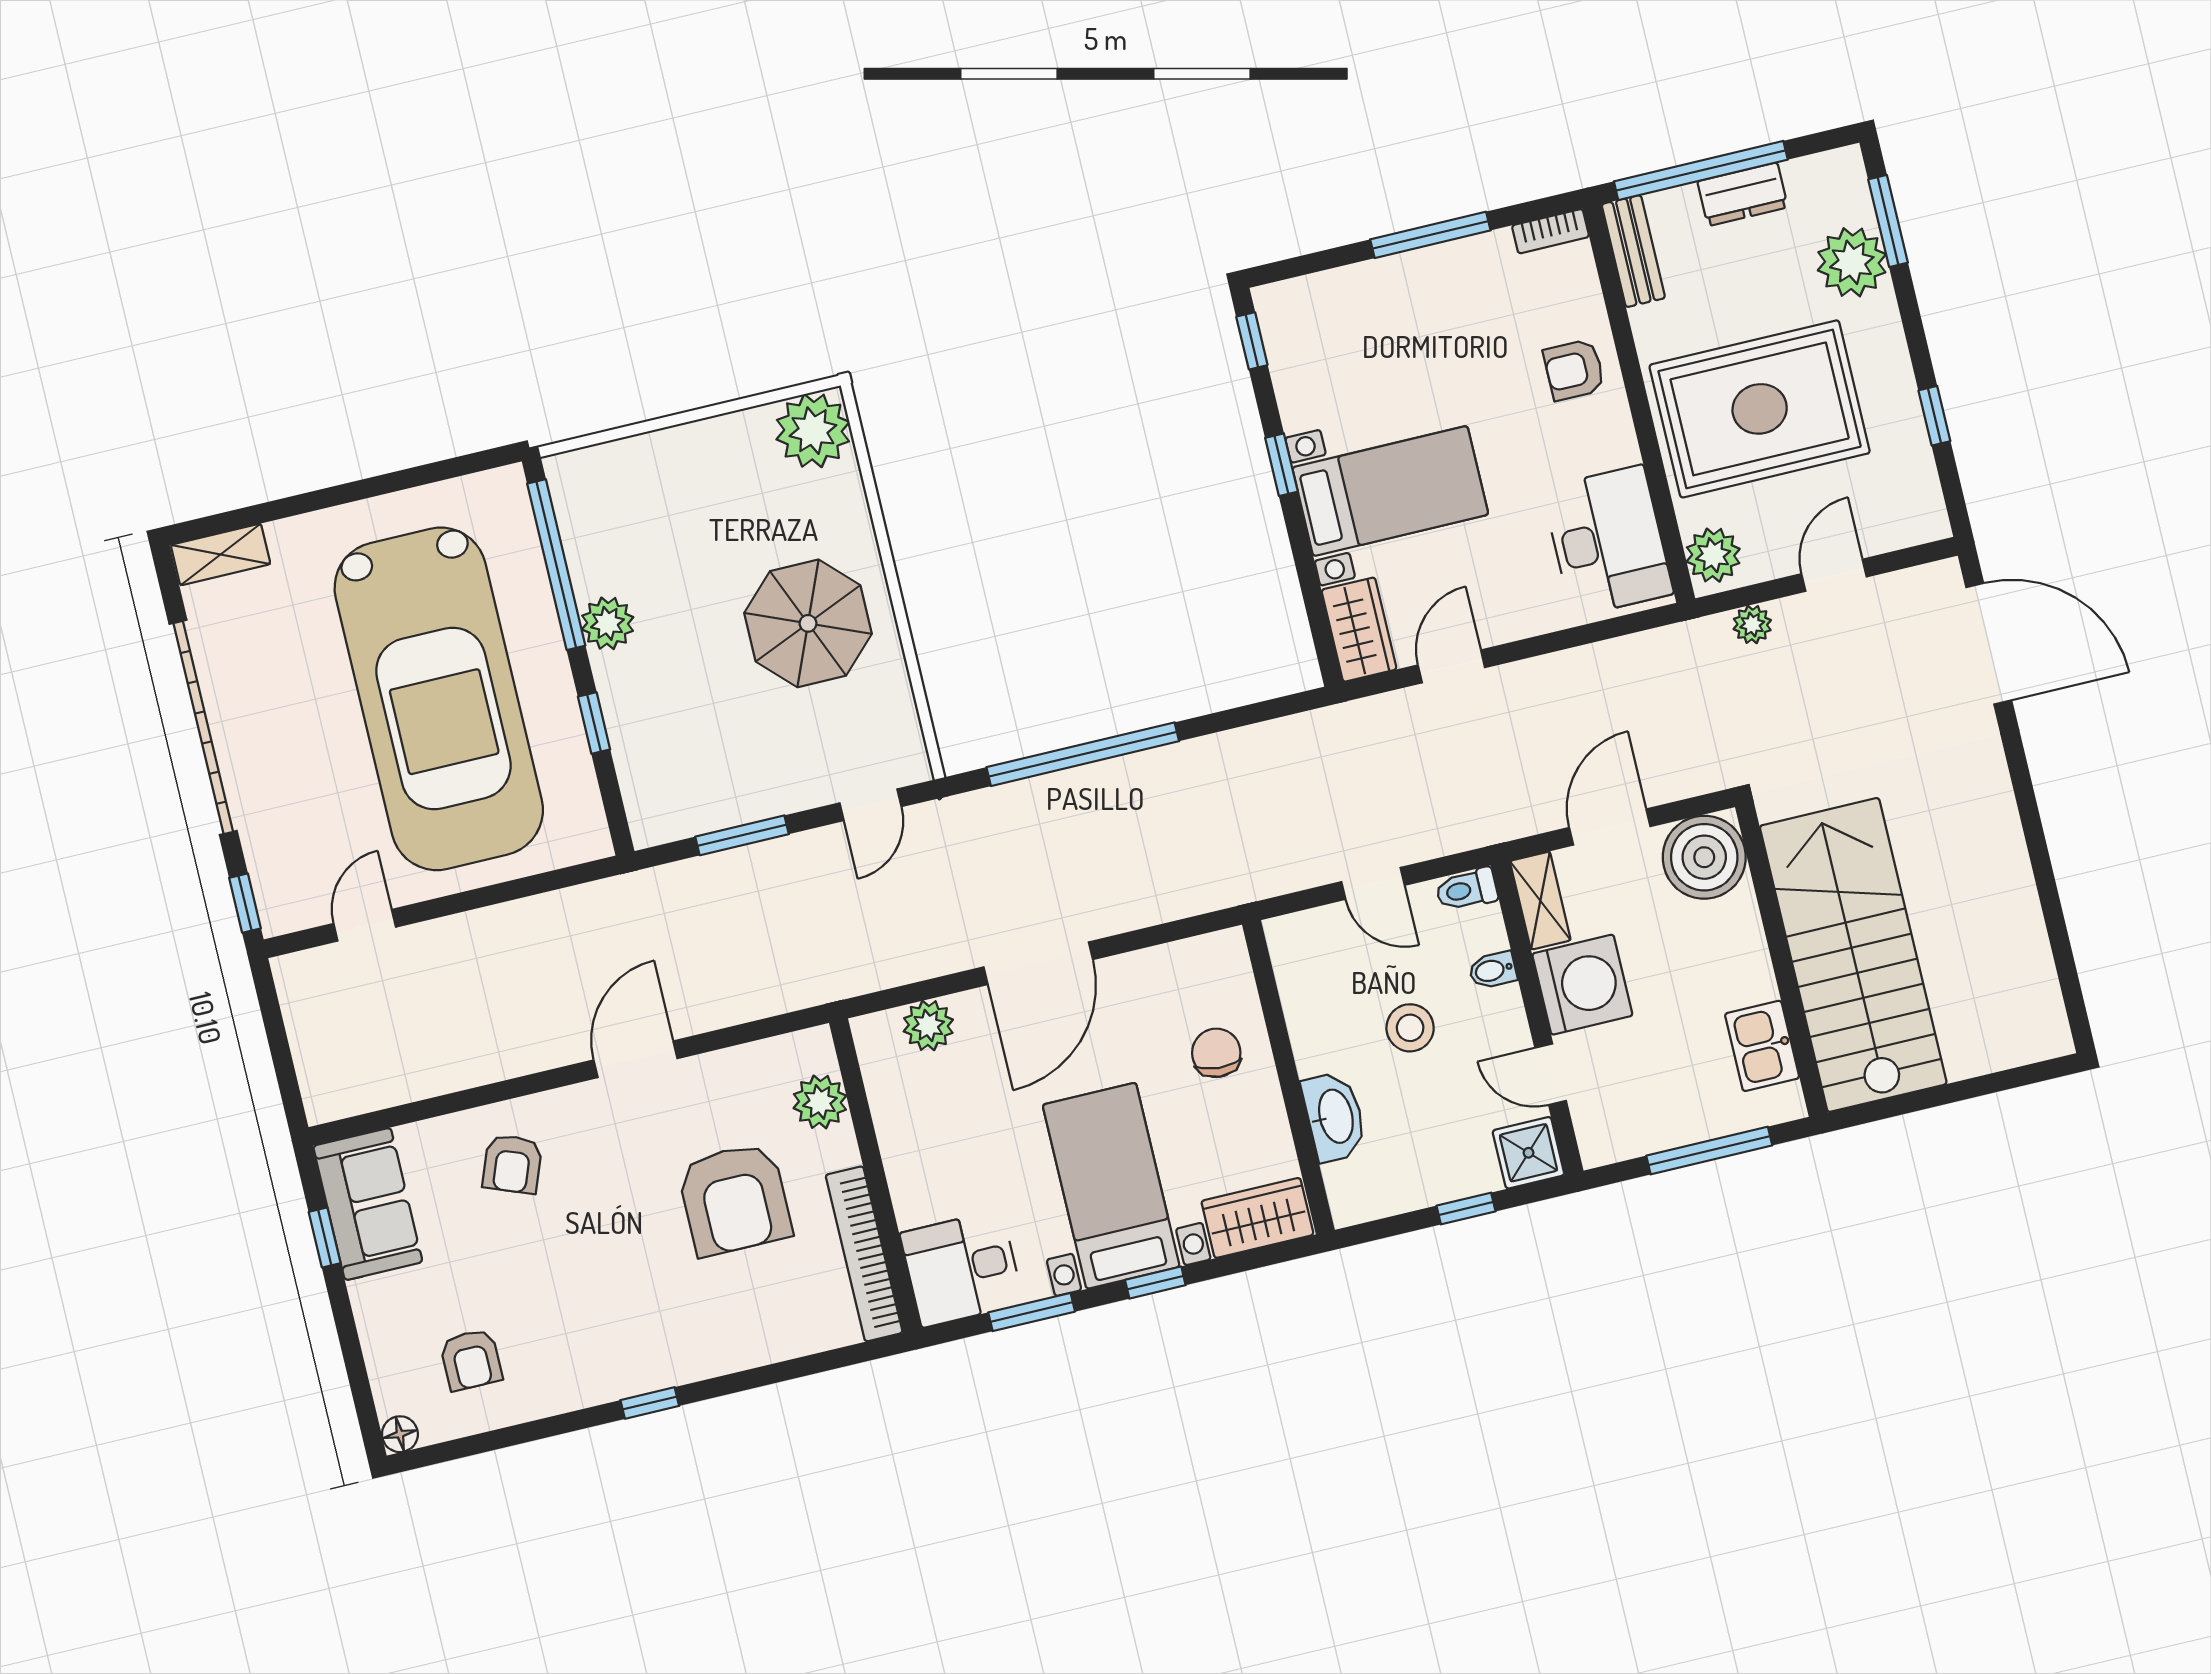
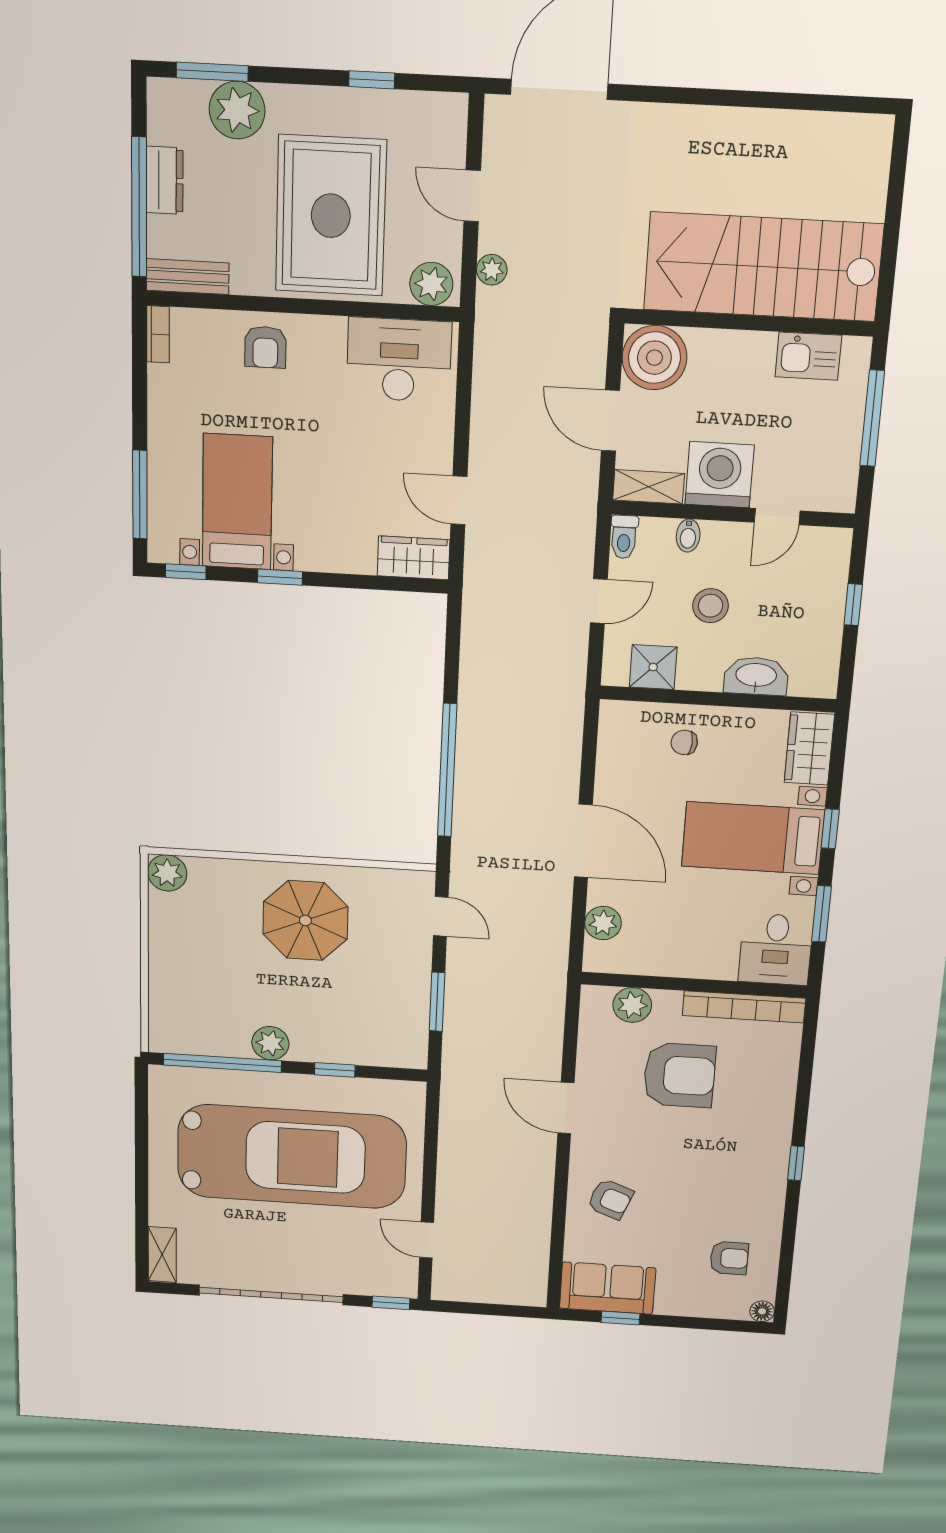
window: (1430, 235) -> (140, 495), moved
plant: (813, 431) -> (167, 873), width x0.73, depth x0.73
bed with nightstands: (1390, 491) -> (237, 502), moved
chair: (1216, 1053) -> (684, 742), width x0.73, depth x0.73
shower: (1528, 1153) -> (653, 667), moved

